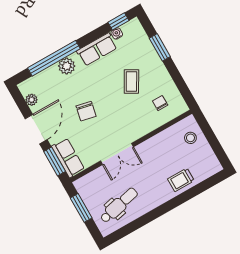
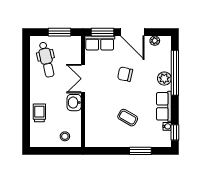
chair: (160, 103) -> (101, 129), removed
washbasin: (148, 149) -> (74, 103), added

